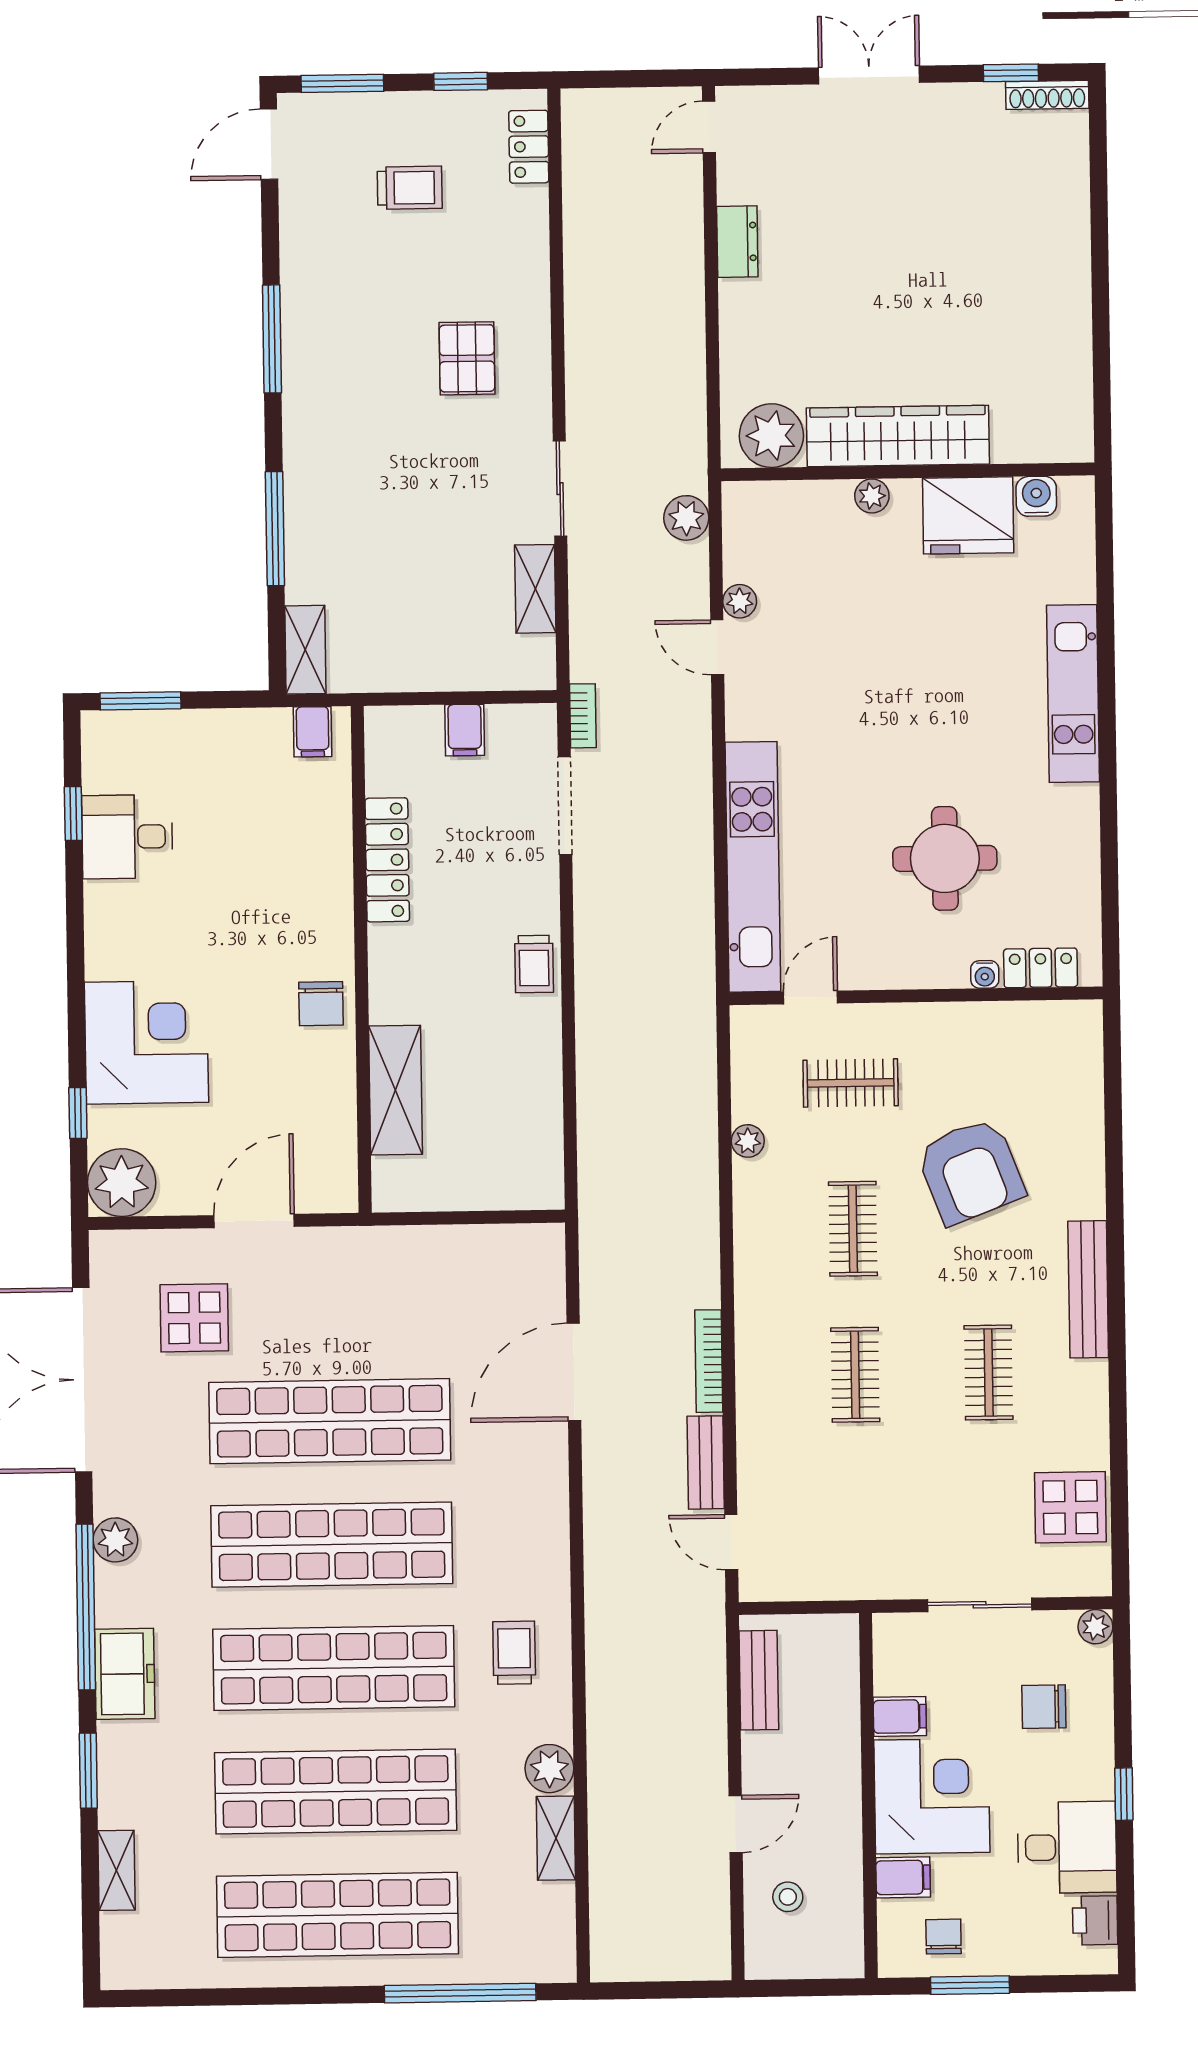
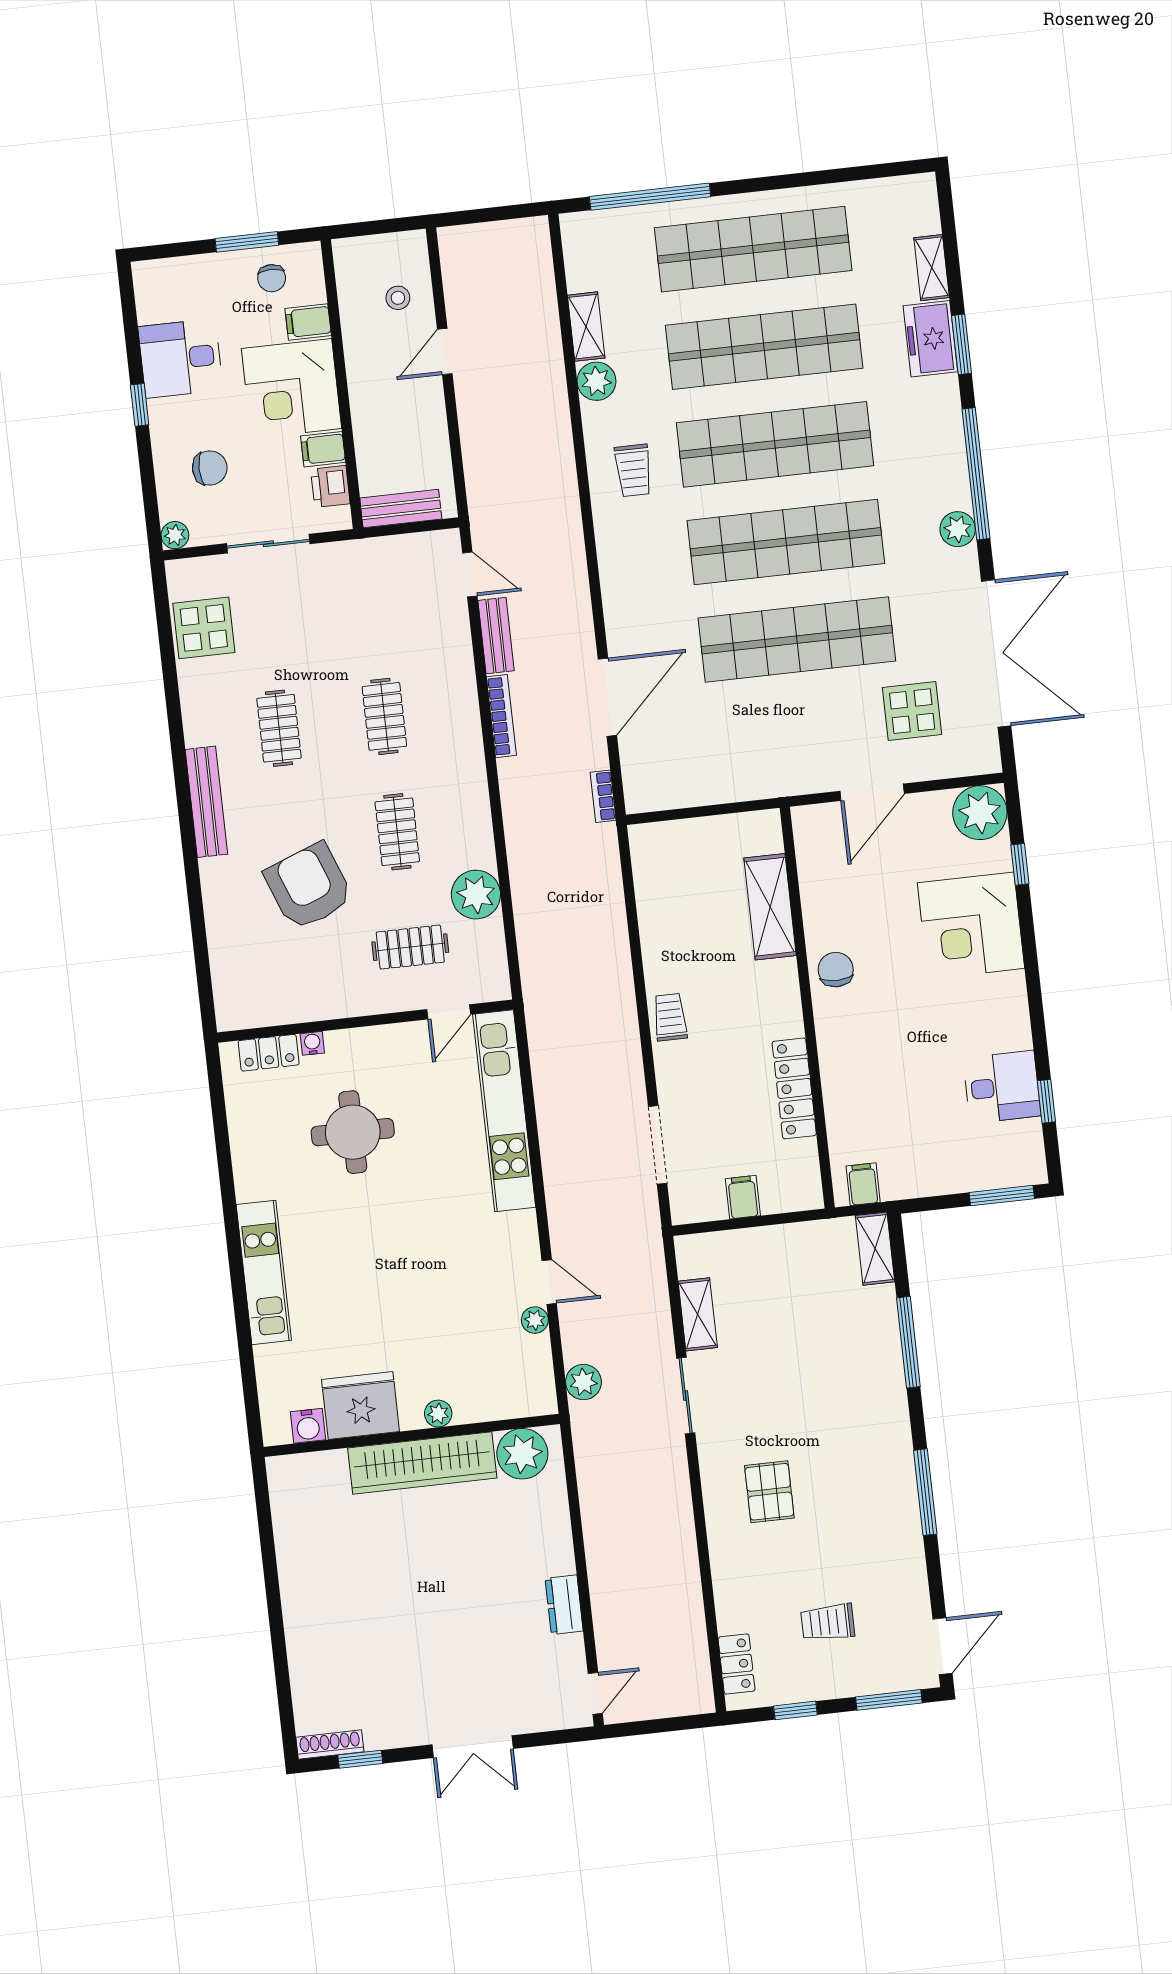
bookcase: (583, 716) -> (603, 796), moved
plant: (748, 1141) -> (476, 895), width x1.88, depth x1.88
freezer: (125, 1674) -> (930, 339), moved
bench: (759, 1680) -> (401, 509), moved, turned 90
printer: (1095, 1920) -> (330, 486), moved, turned 180

